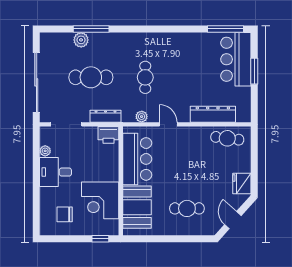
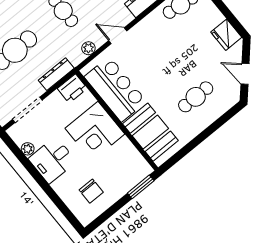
corner desk: (100, 200) -> (95, 131), moved
chair: (65, 214) -> (91, 191), turned -90
window: (100, 239) -> (141, 187), width x1.50

